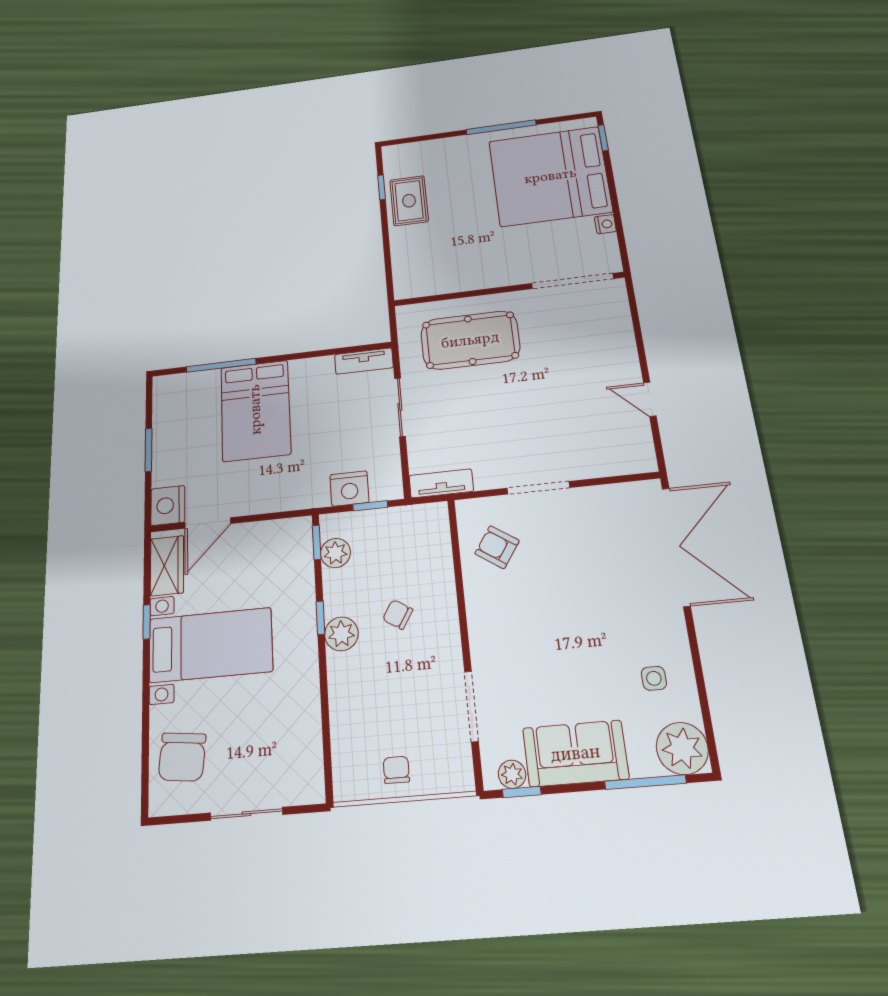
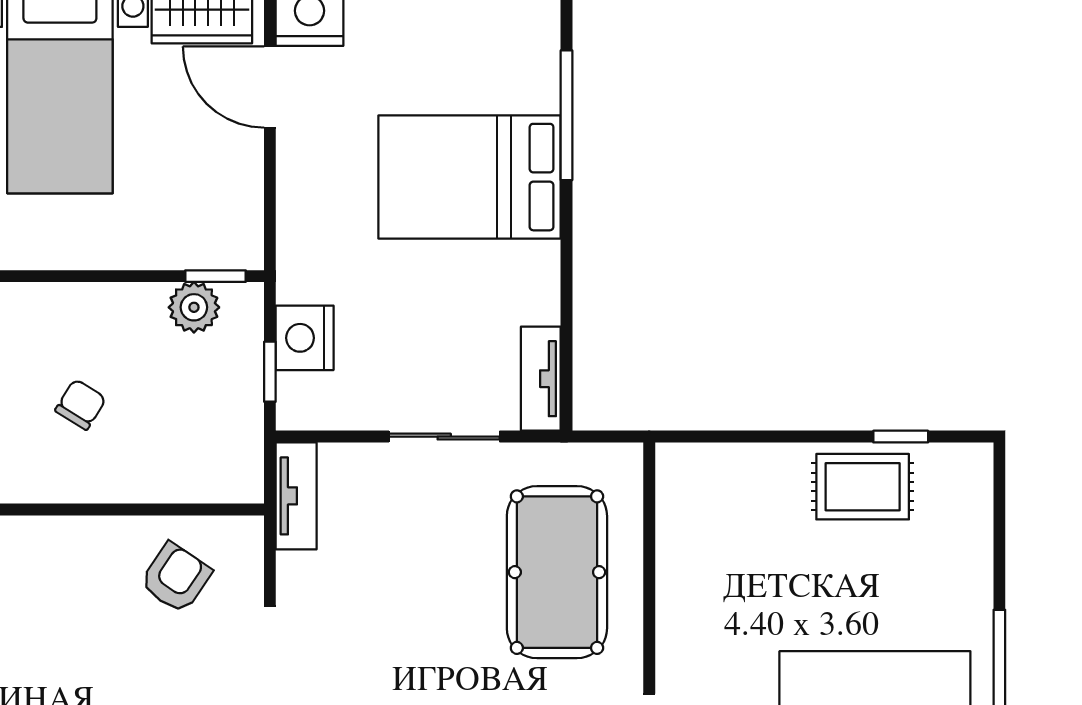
window: (320, 618) -> (87, 276), removed
plant: (341, 634) -> (58, 310), removed

